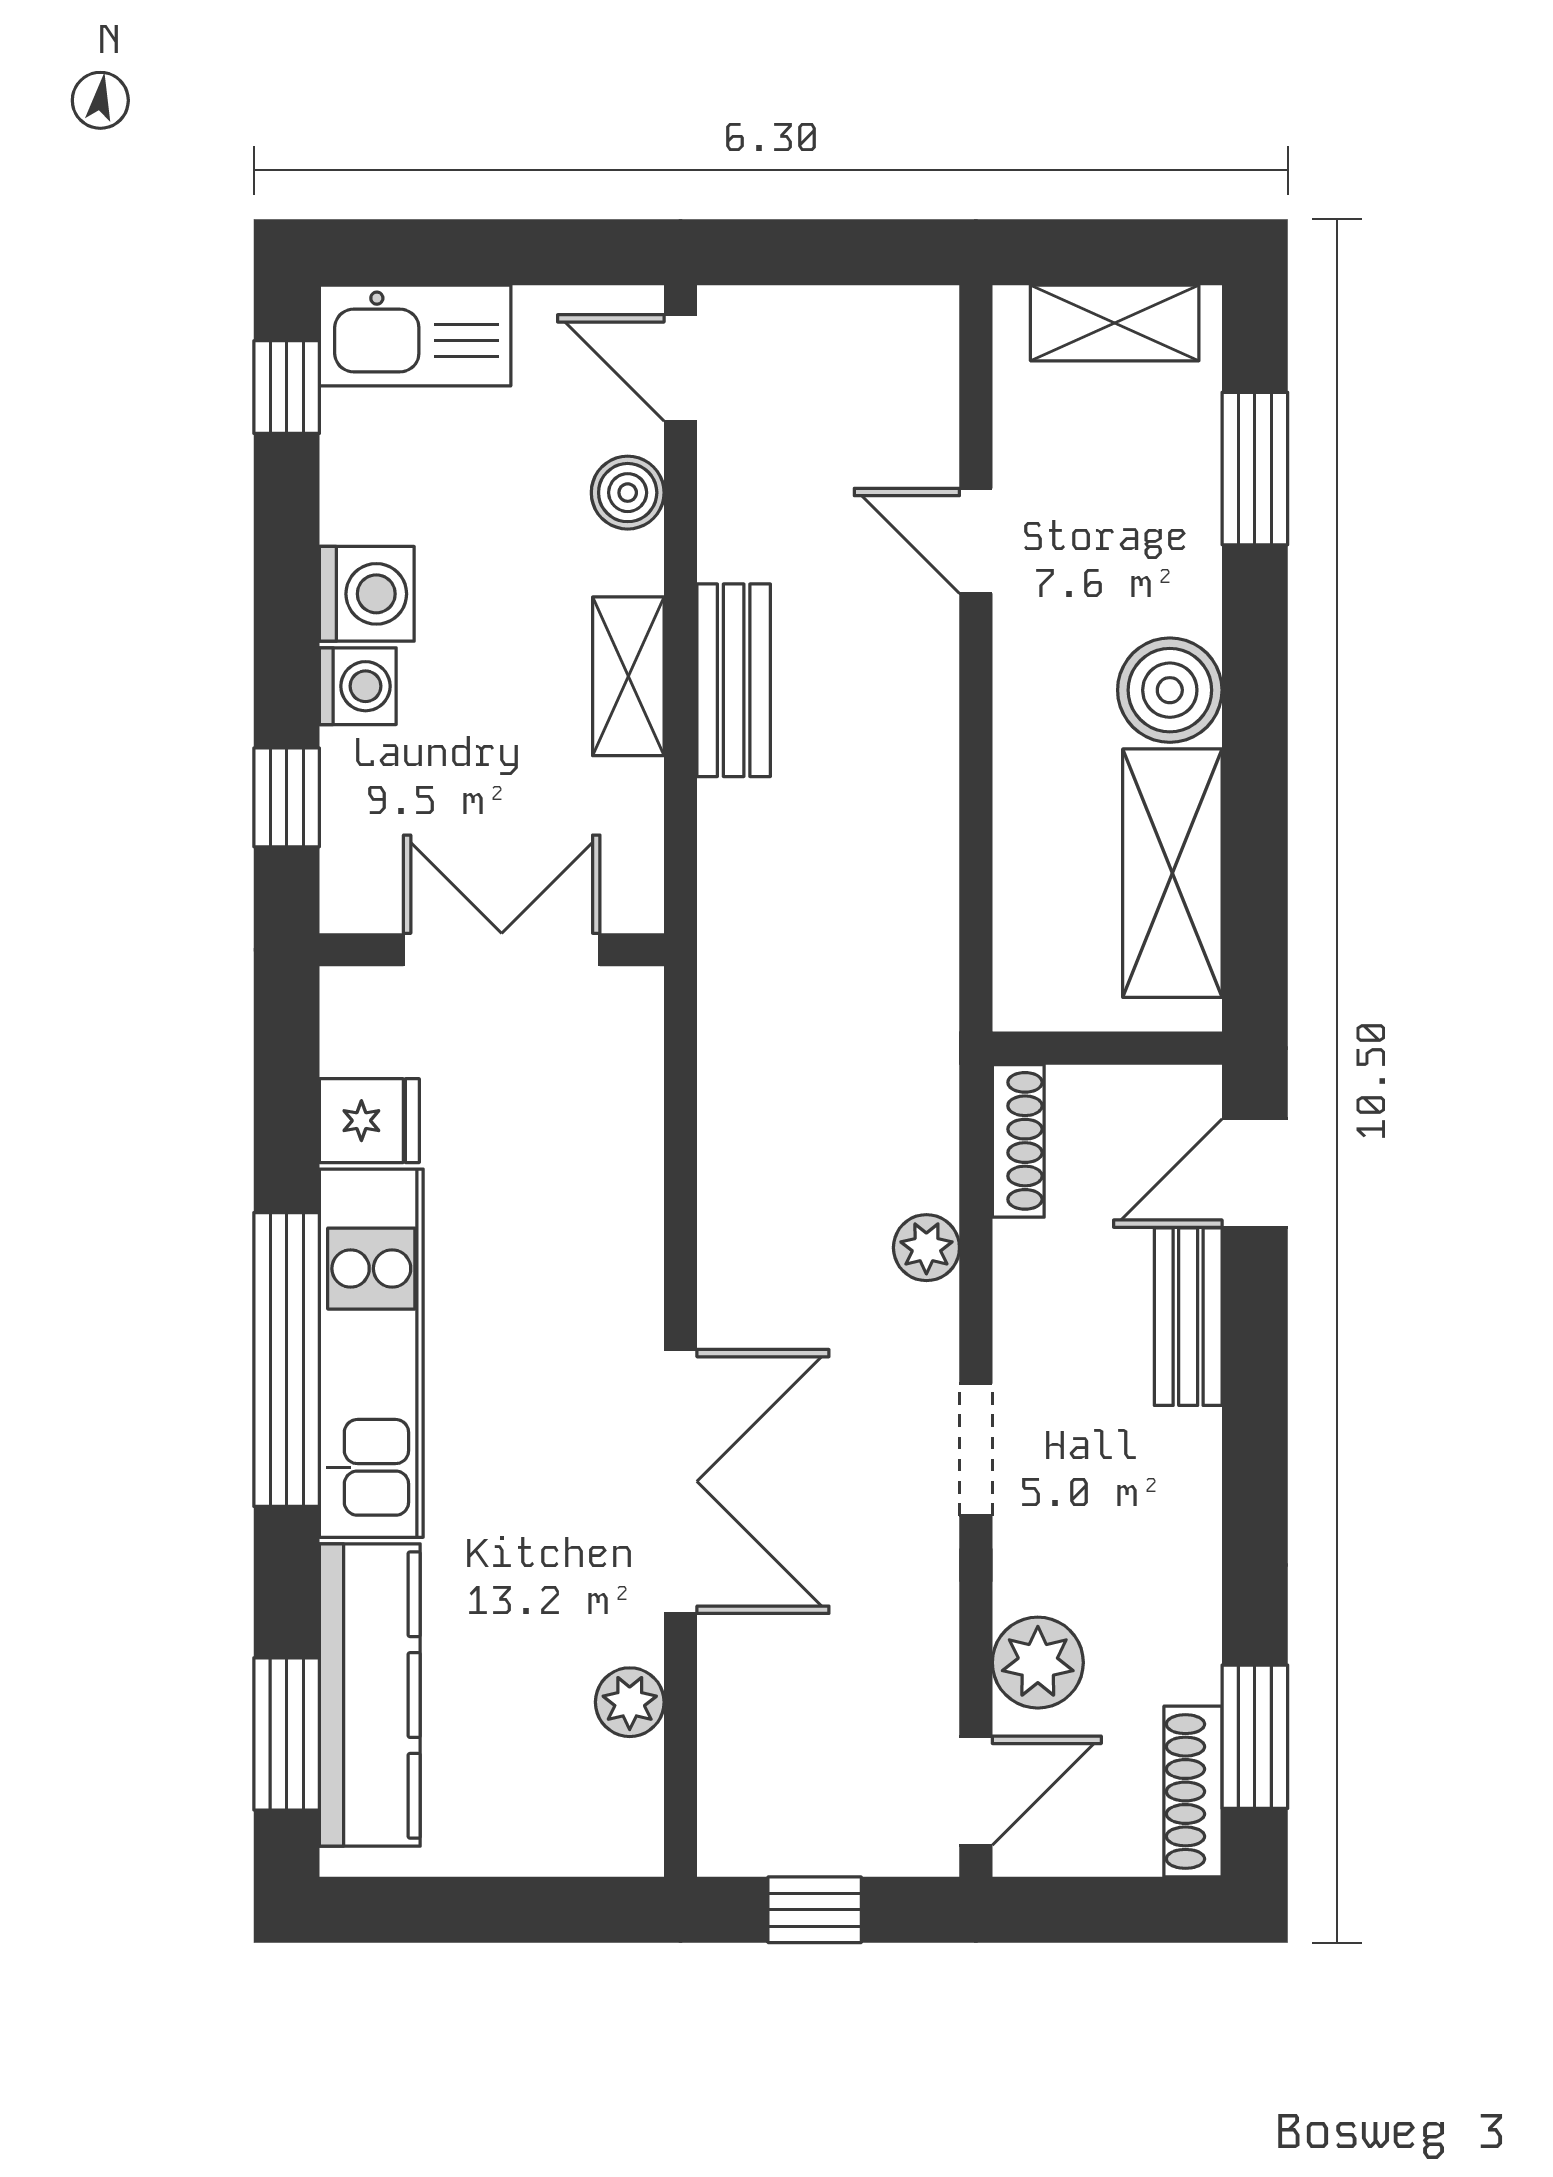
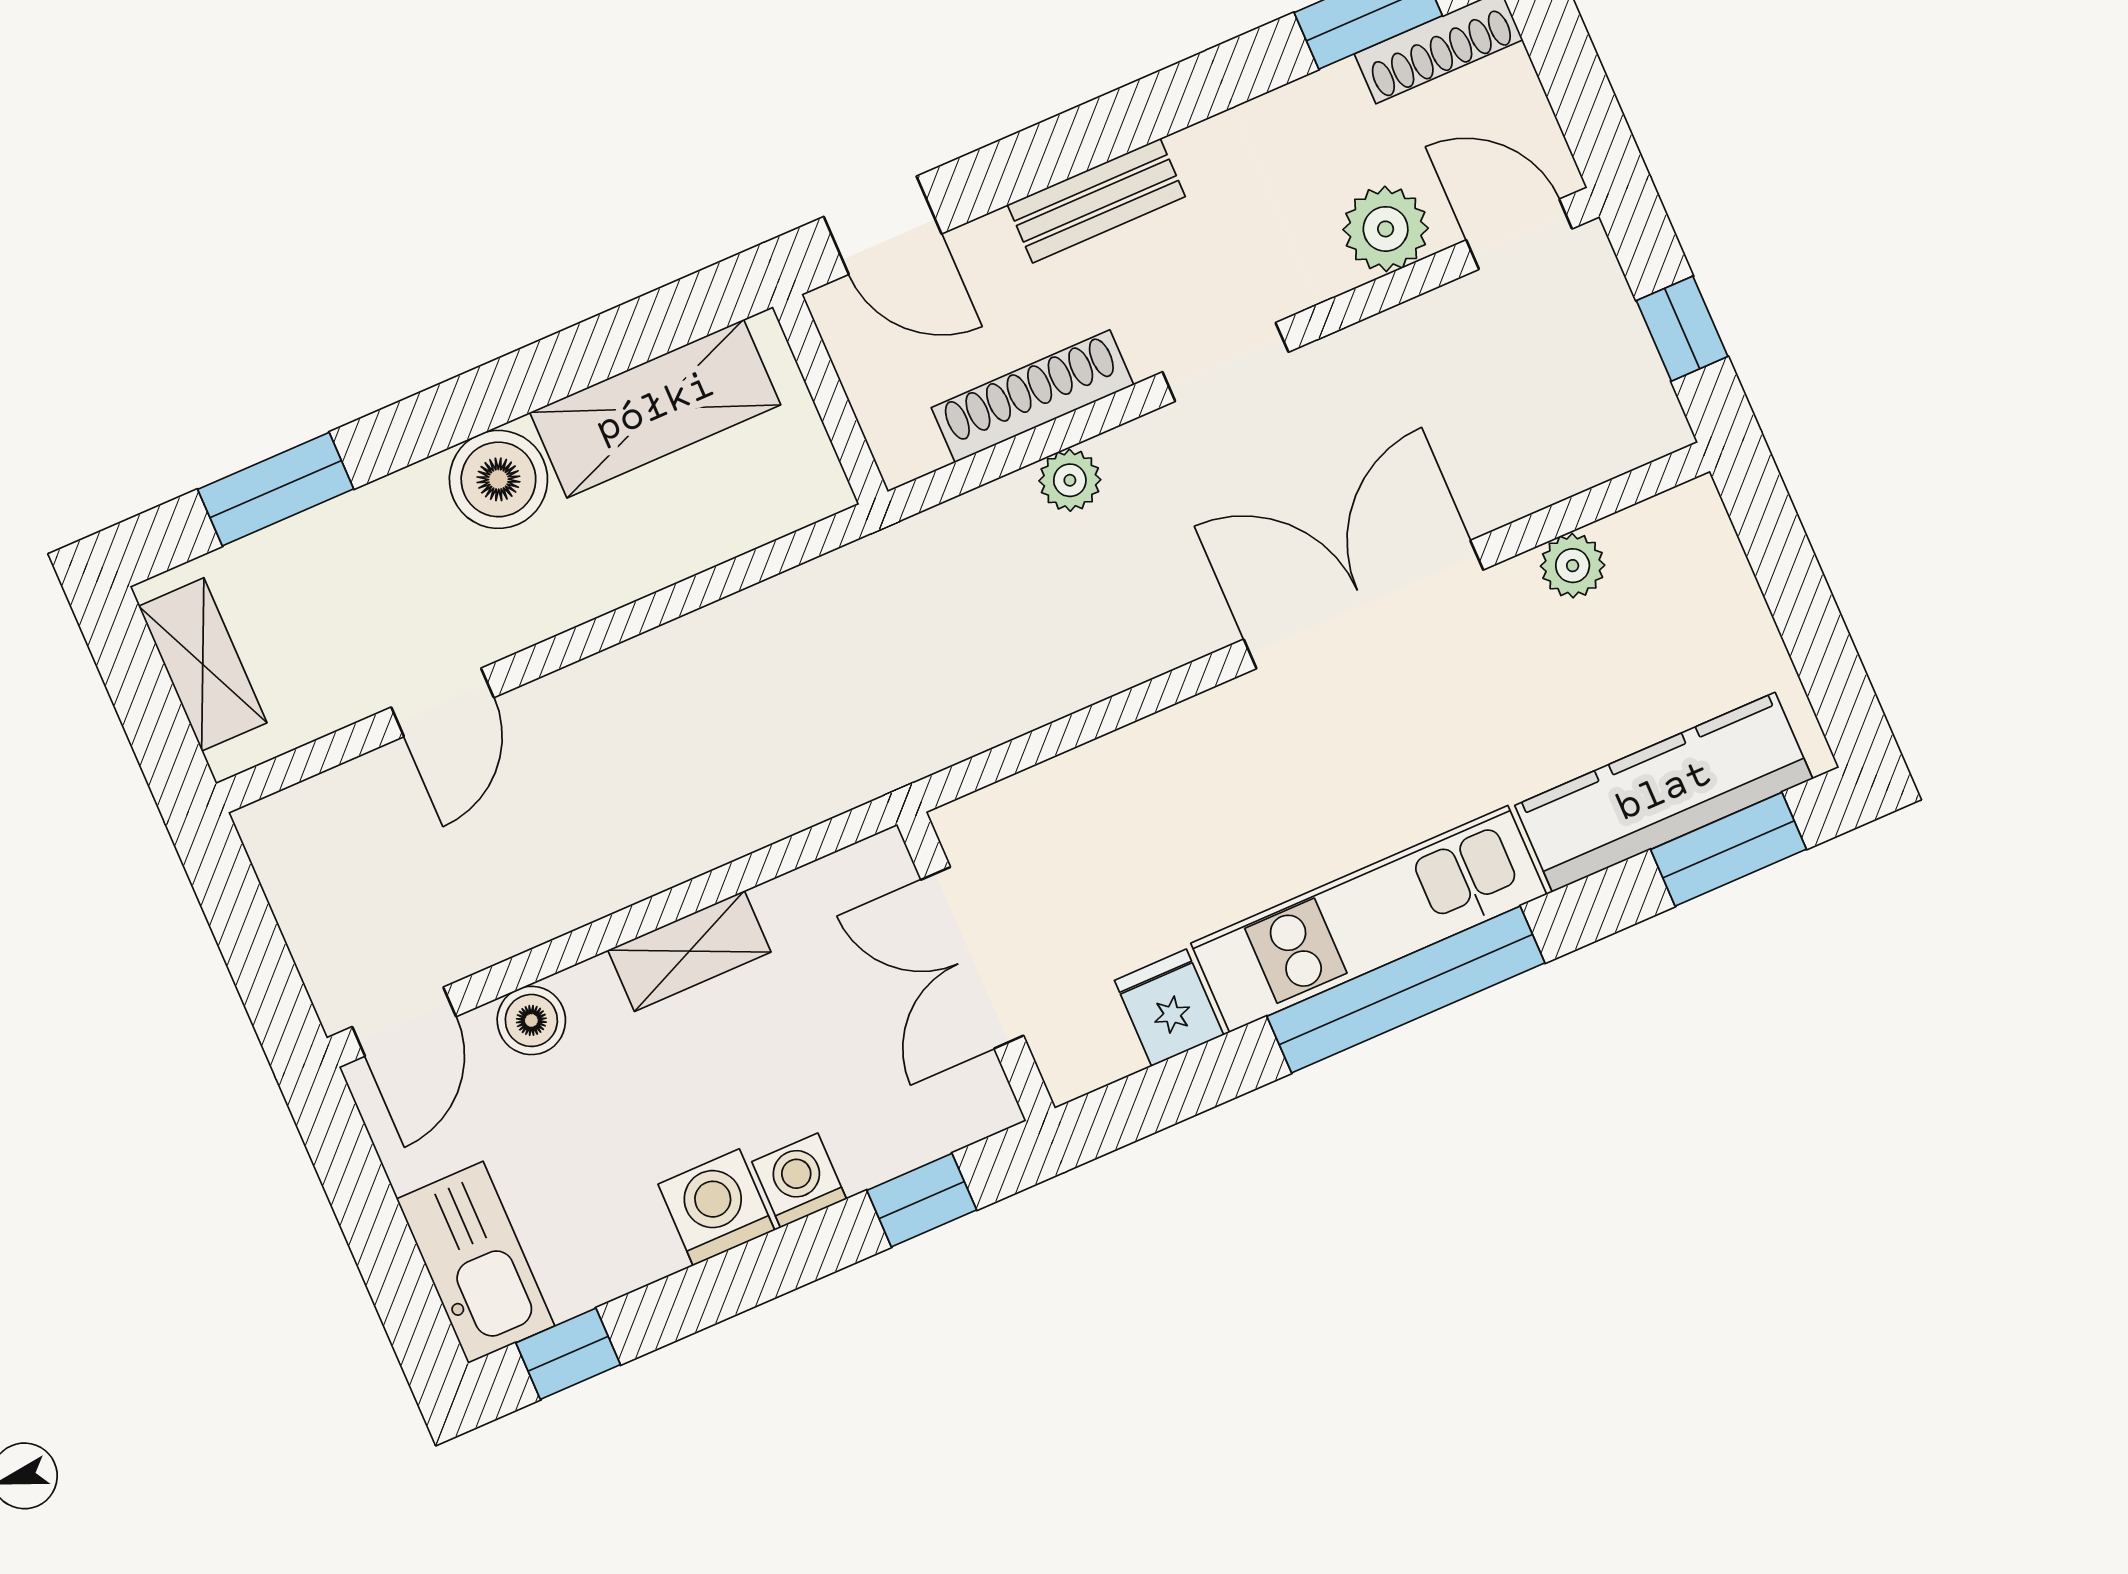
bench: (734, 680) -> (653, 859), removed
shoe rack: (1018, 1141) -> (1032, 396), moved, width x1.36, depth x1.24
bench: (1188, 1317) -> (1096, 201), moved

